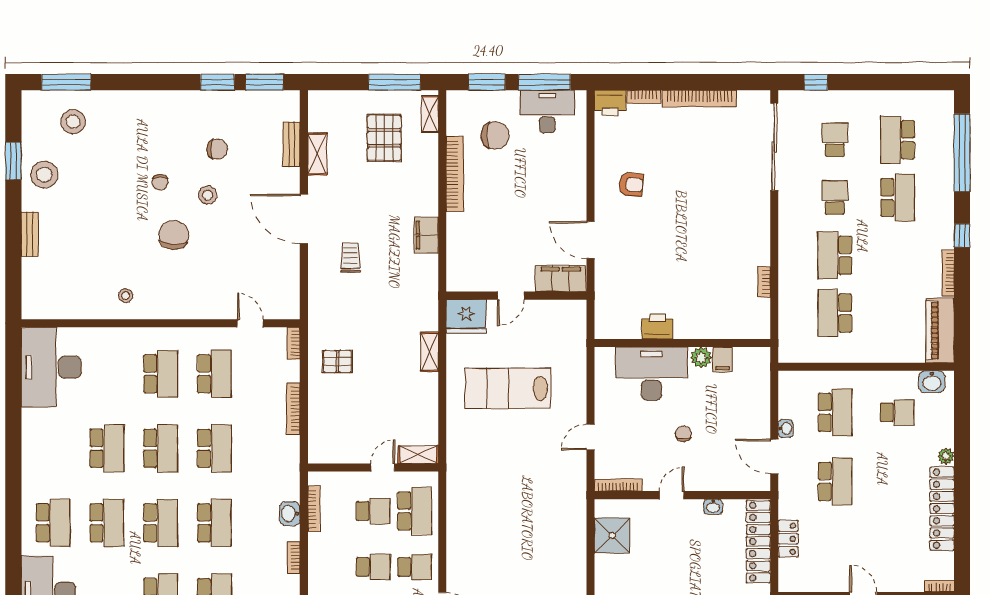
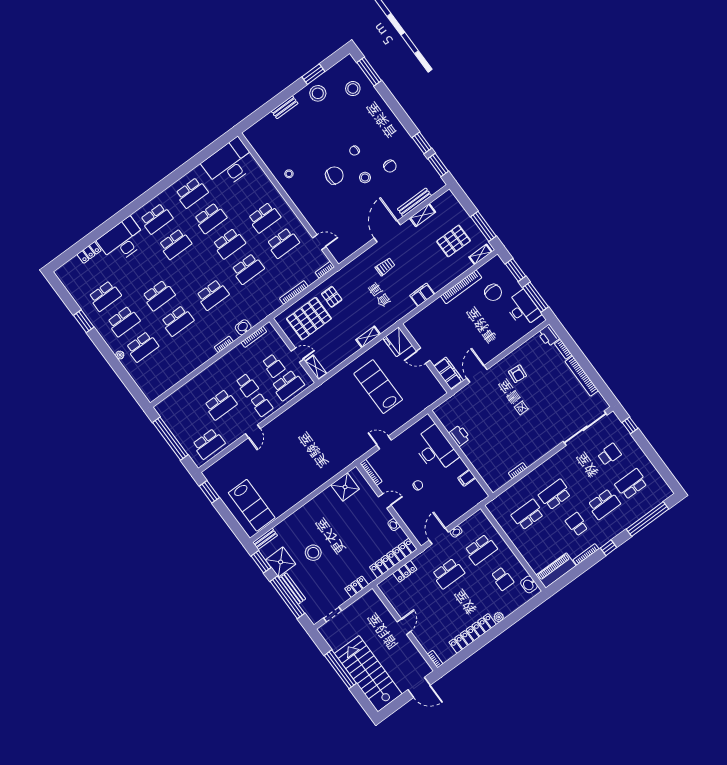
bench: (291, 144) -> (414, 202), width x1.36
school desk: (835, 198) -> (577, 524), moved, turned -90
door: (250, 323) -> (319, 242), hinge flipped
plant: (701, 358) -> (460, 467), removed
pallet: (344, 415) -> (309, 319), added
school desk: (161, 523) -> (192, 193), moved

